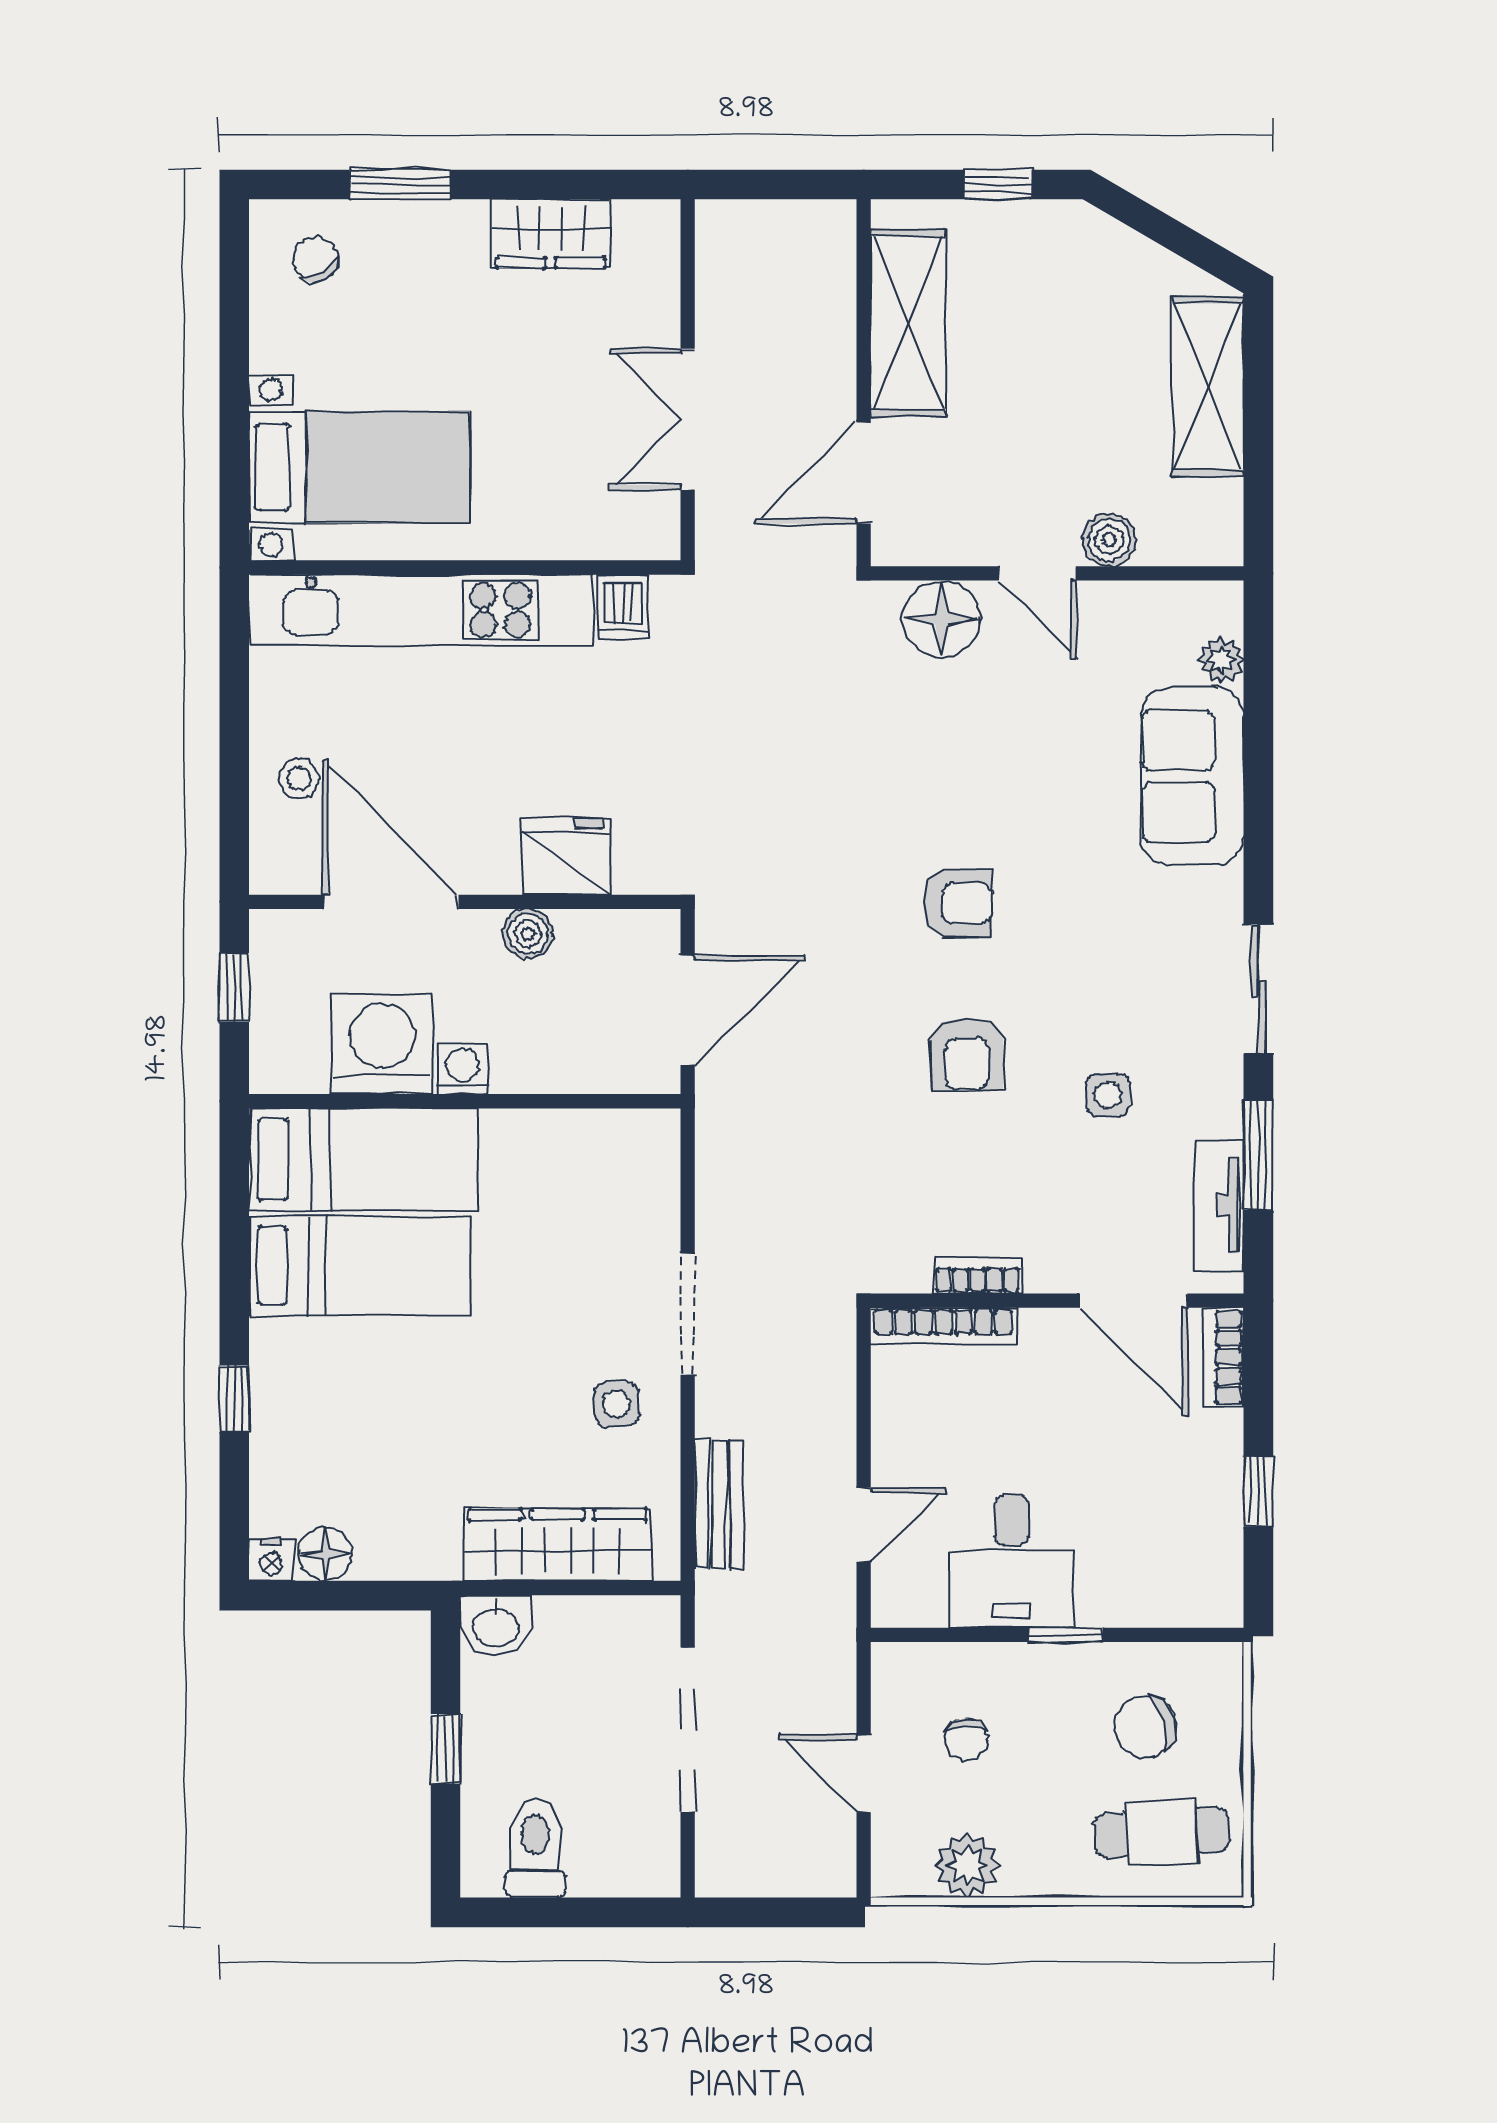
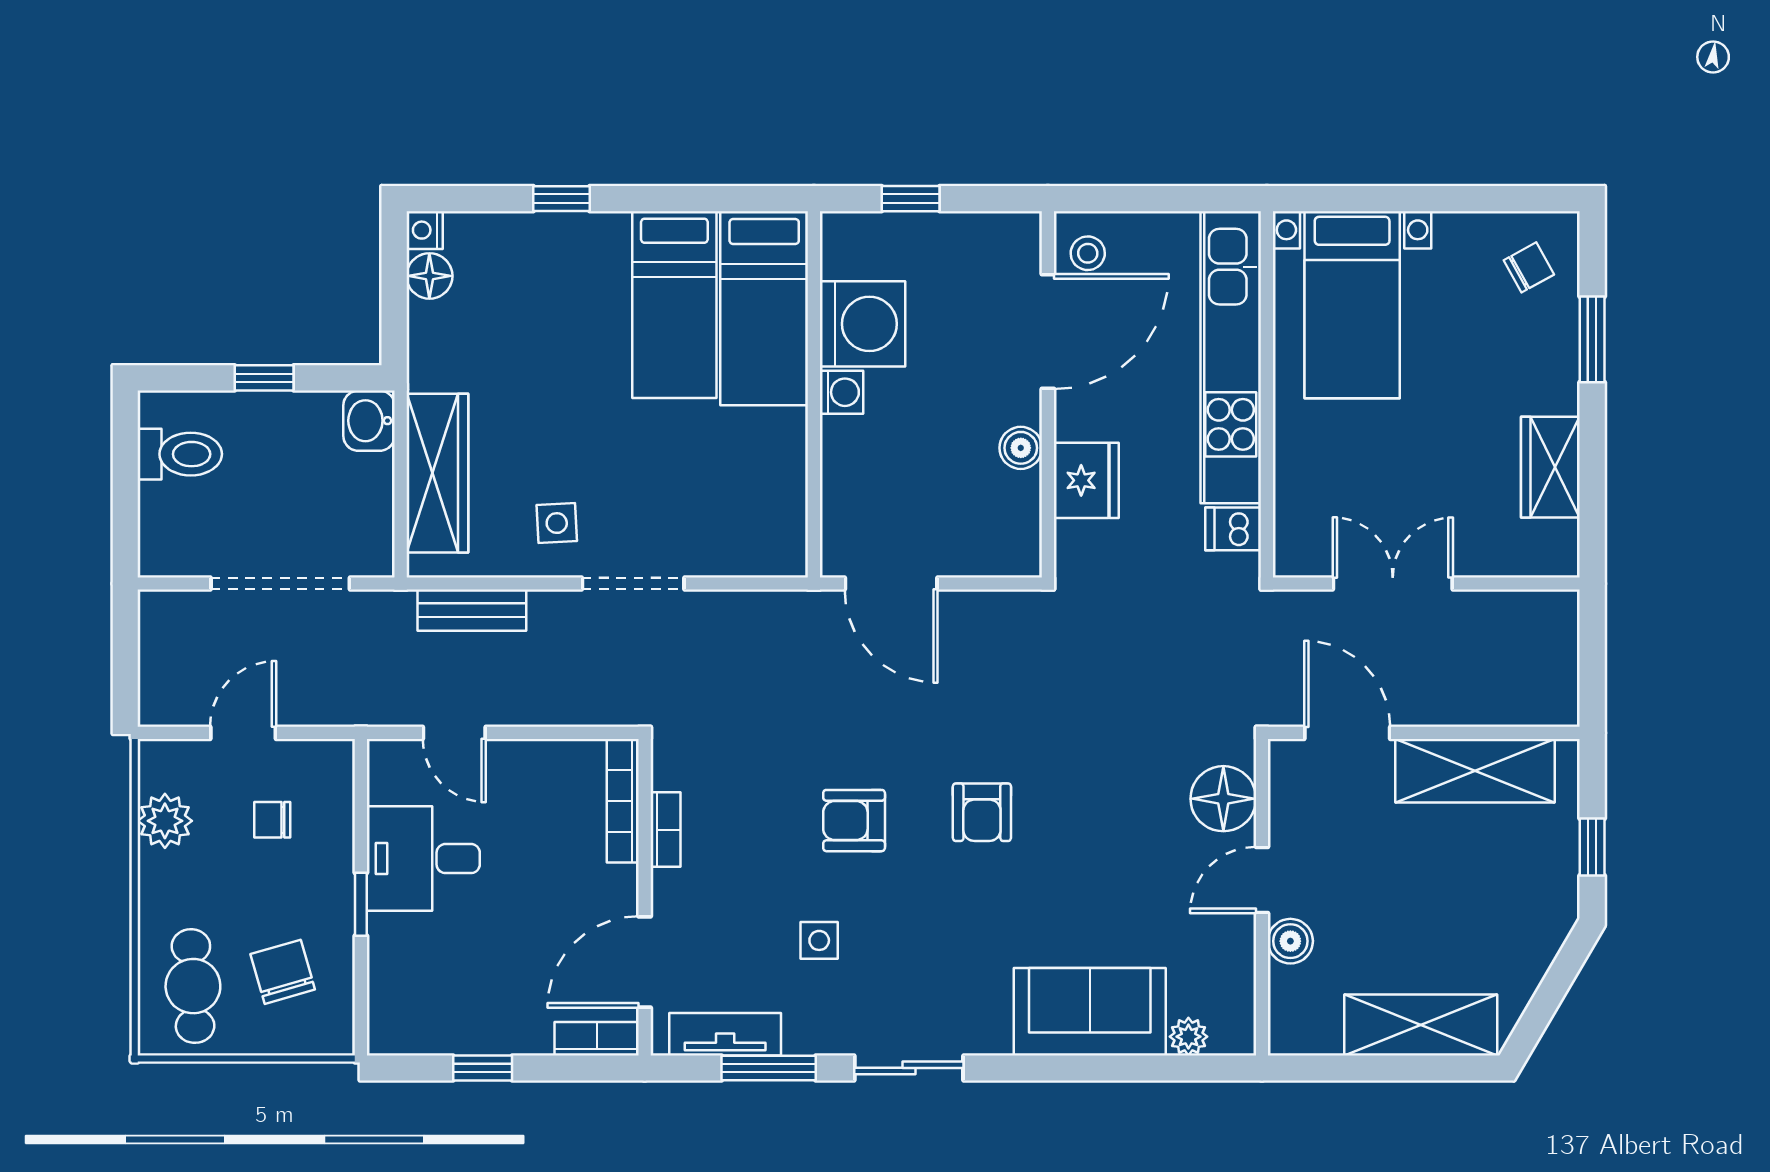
fridge: (566, 857) -> (1086, 480), moved
door: (391, 902) -> (1048, 332), moved
wall: (465, 902) -> (1048, 394), moved
boiler: (528, 934) -> (1021, 448), moved

